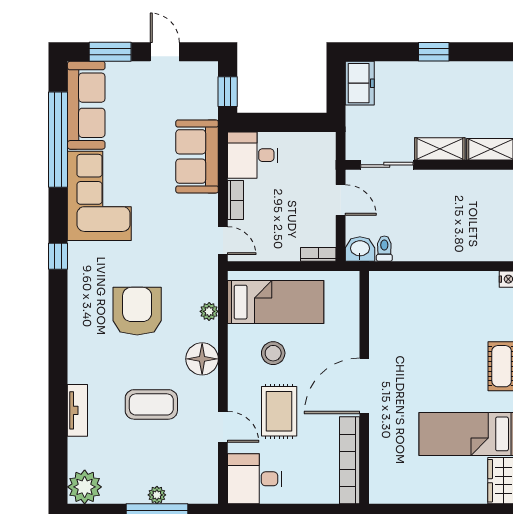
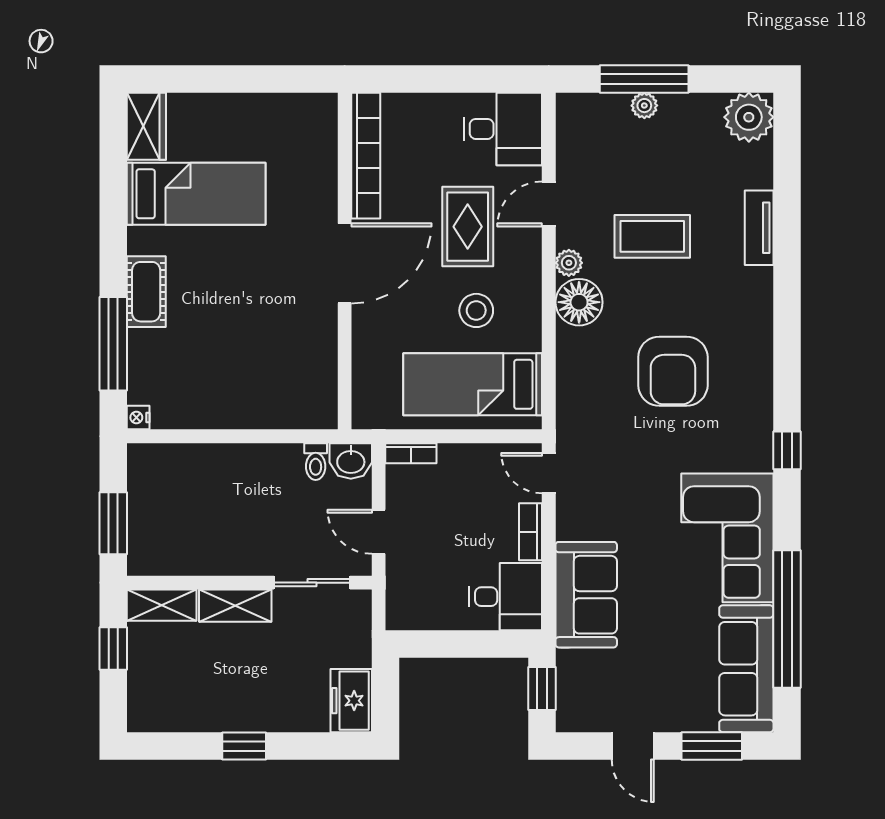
plant: (209, 311) -> (569, 263), moved
door: (223, 427) -> (549, 204), hinge flipped

